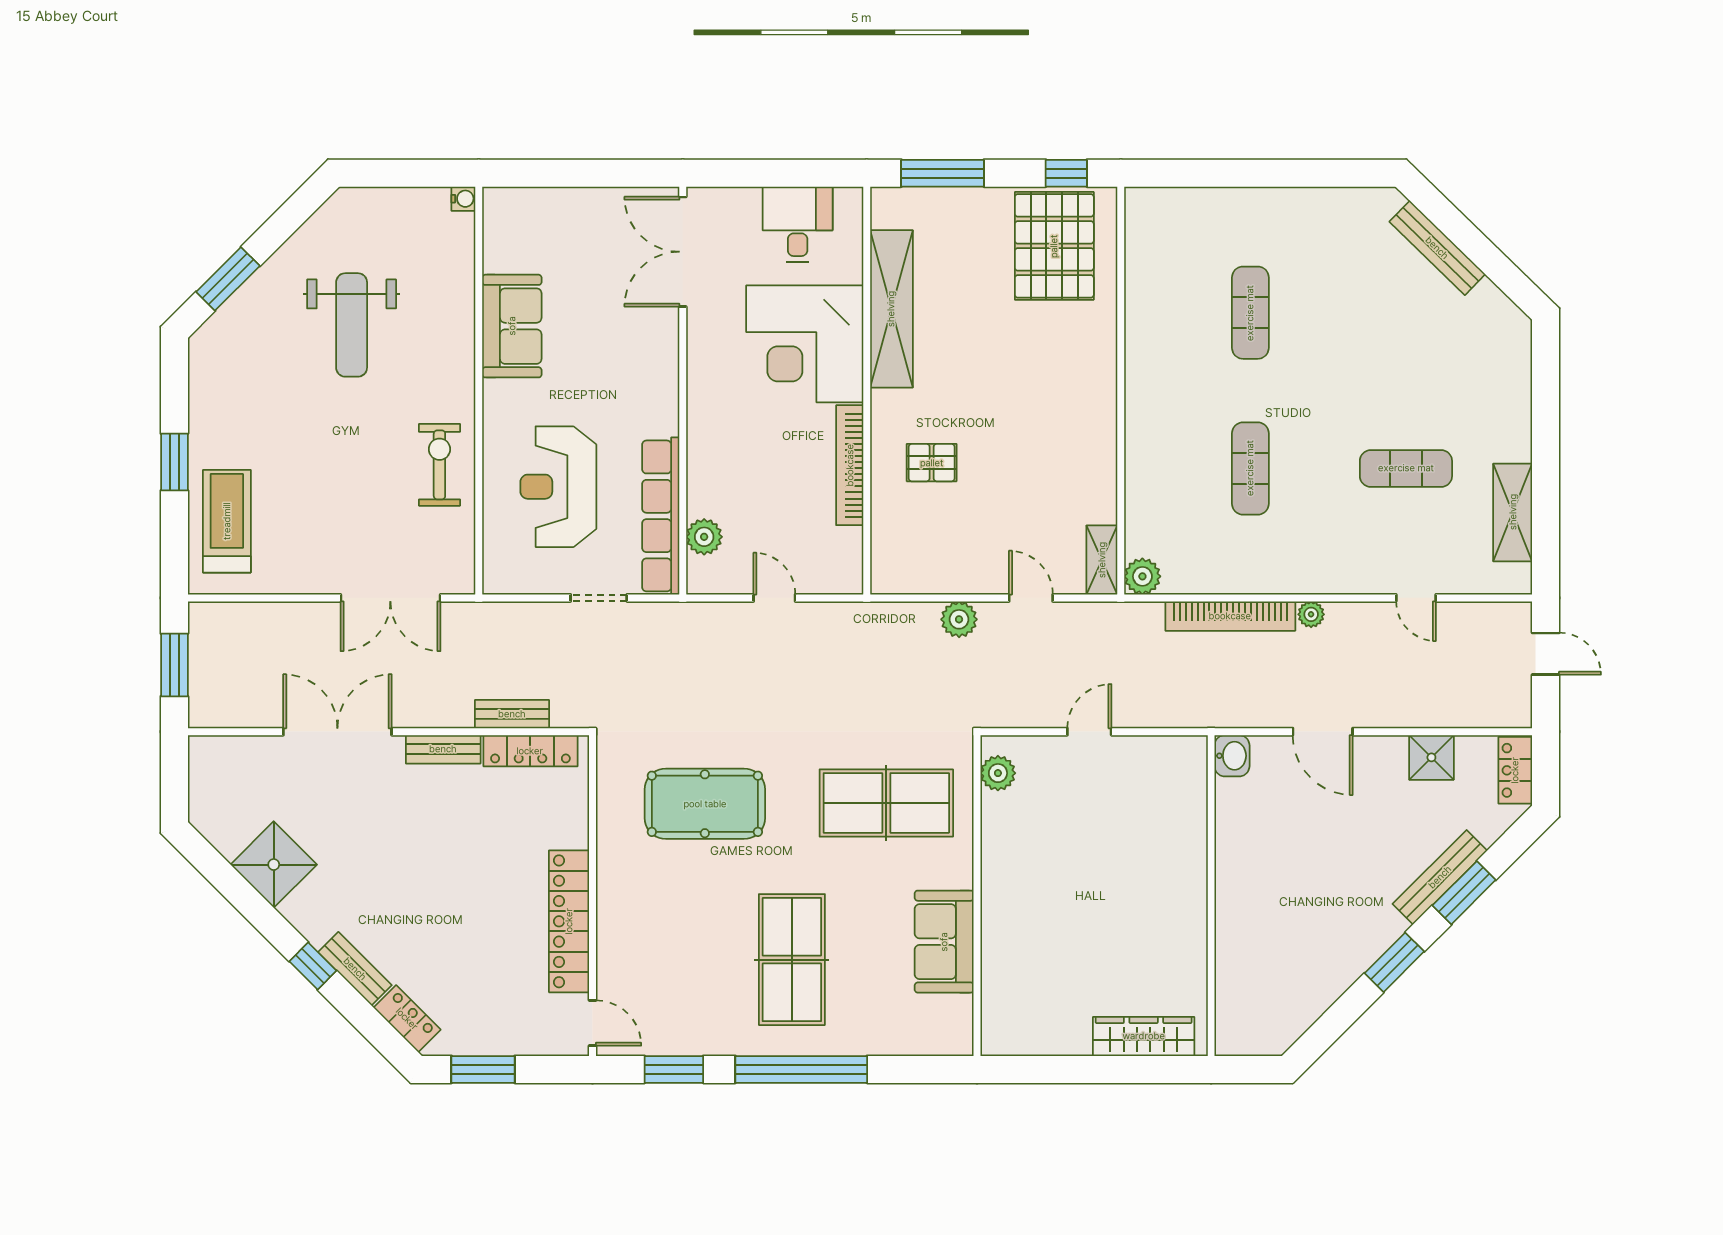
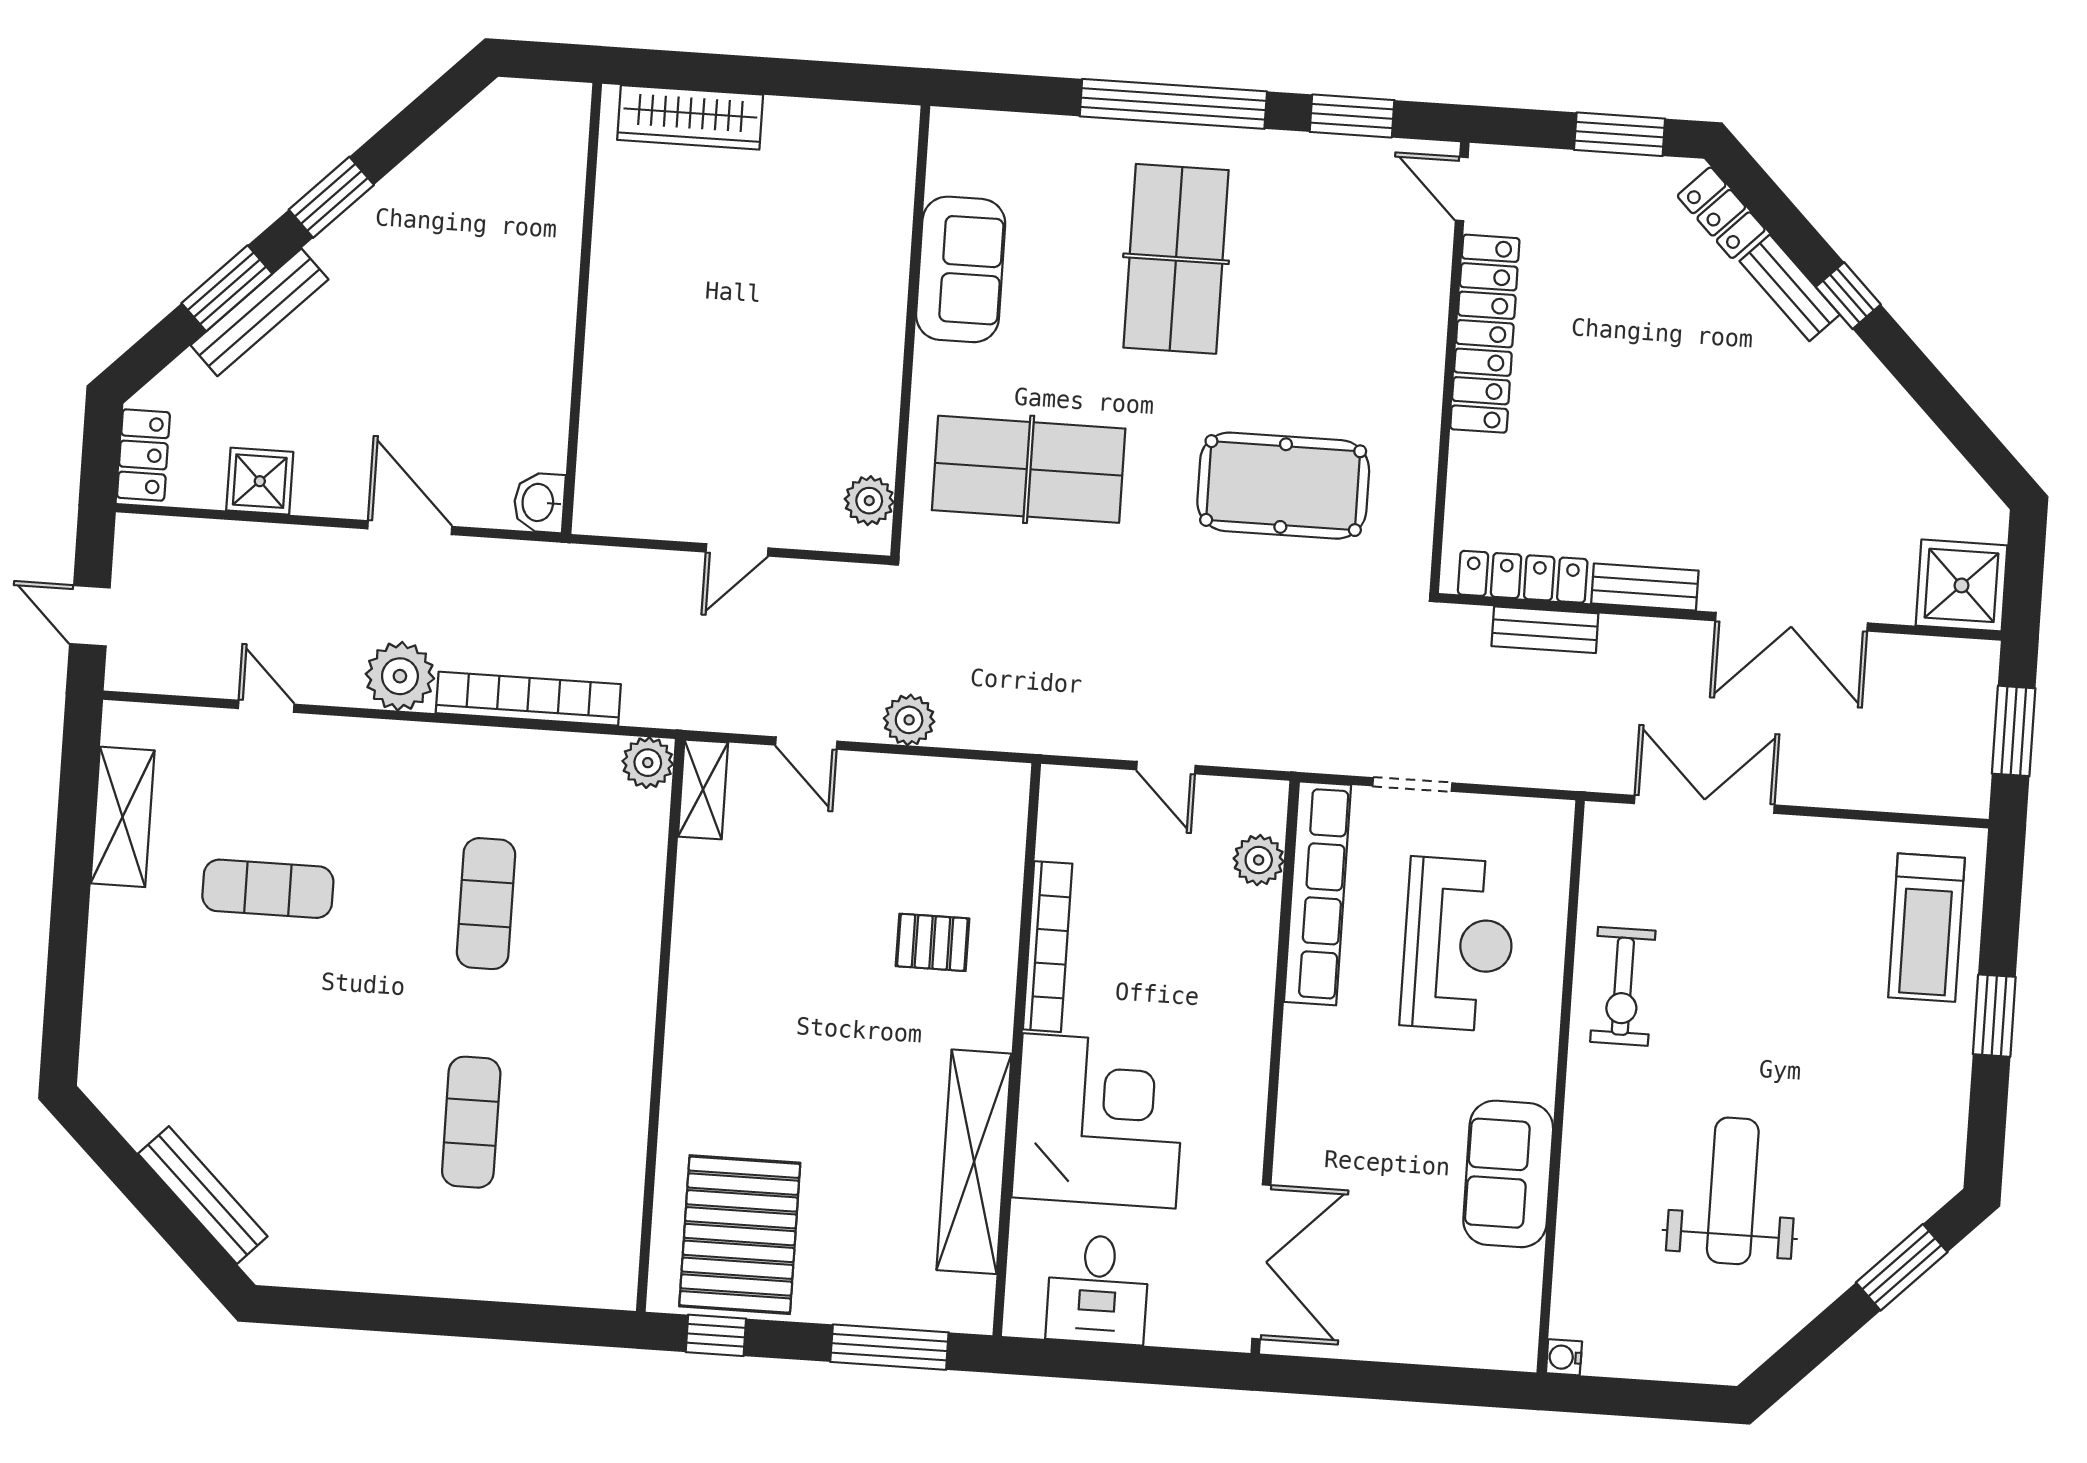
plant: (1311, 614) -> (400, 676), width x1.88, depth x1.88
shower: (274, 865) -> (1961, 585), moved, turned 45

